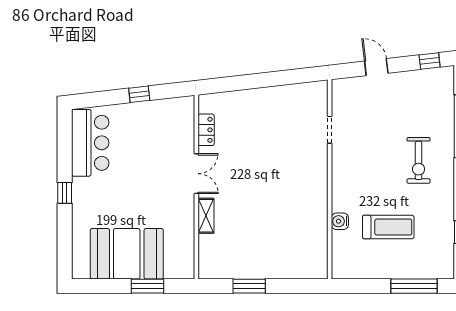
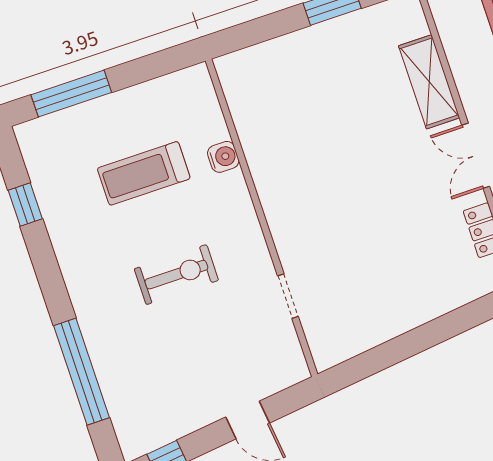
exercise bike: (419, 160) -> (176, 275), moved, turned 90
shelving: (206, 216) -> (429, 82), width x1.50, depth x1.33

